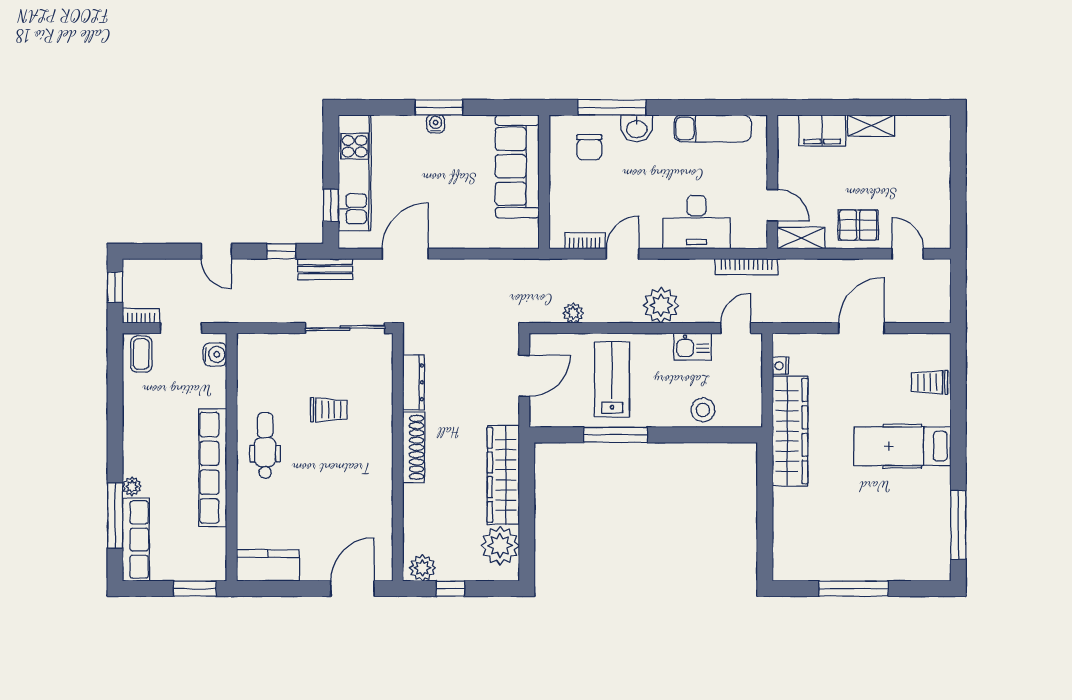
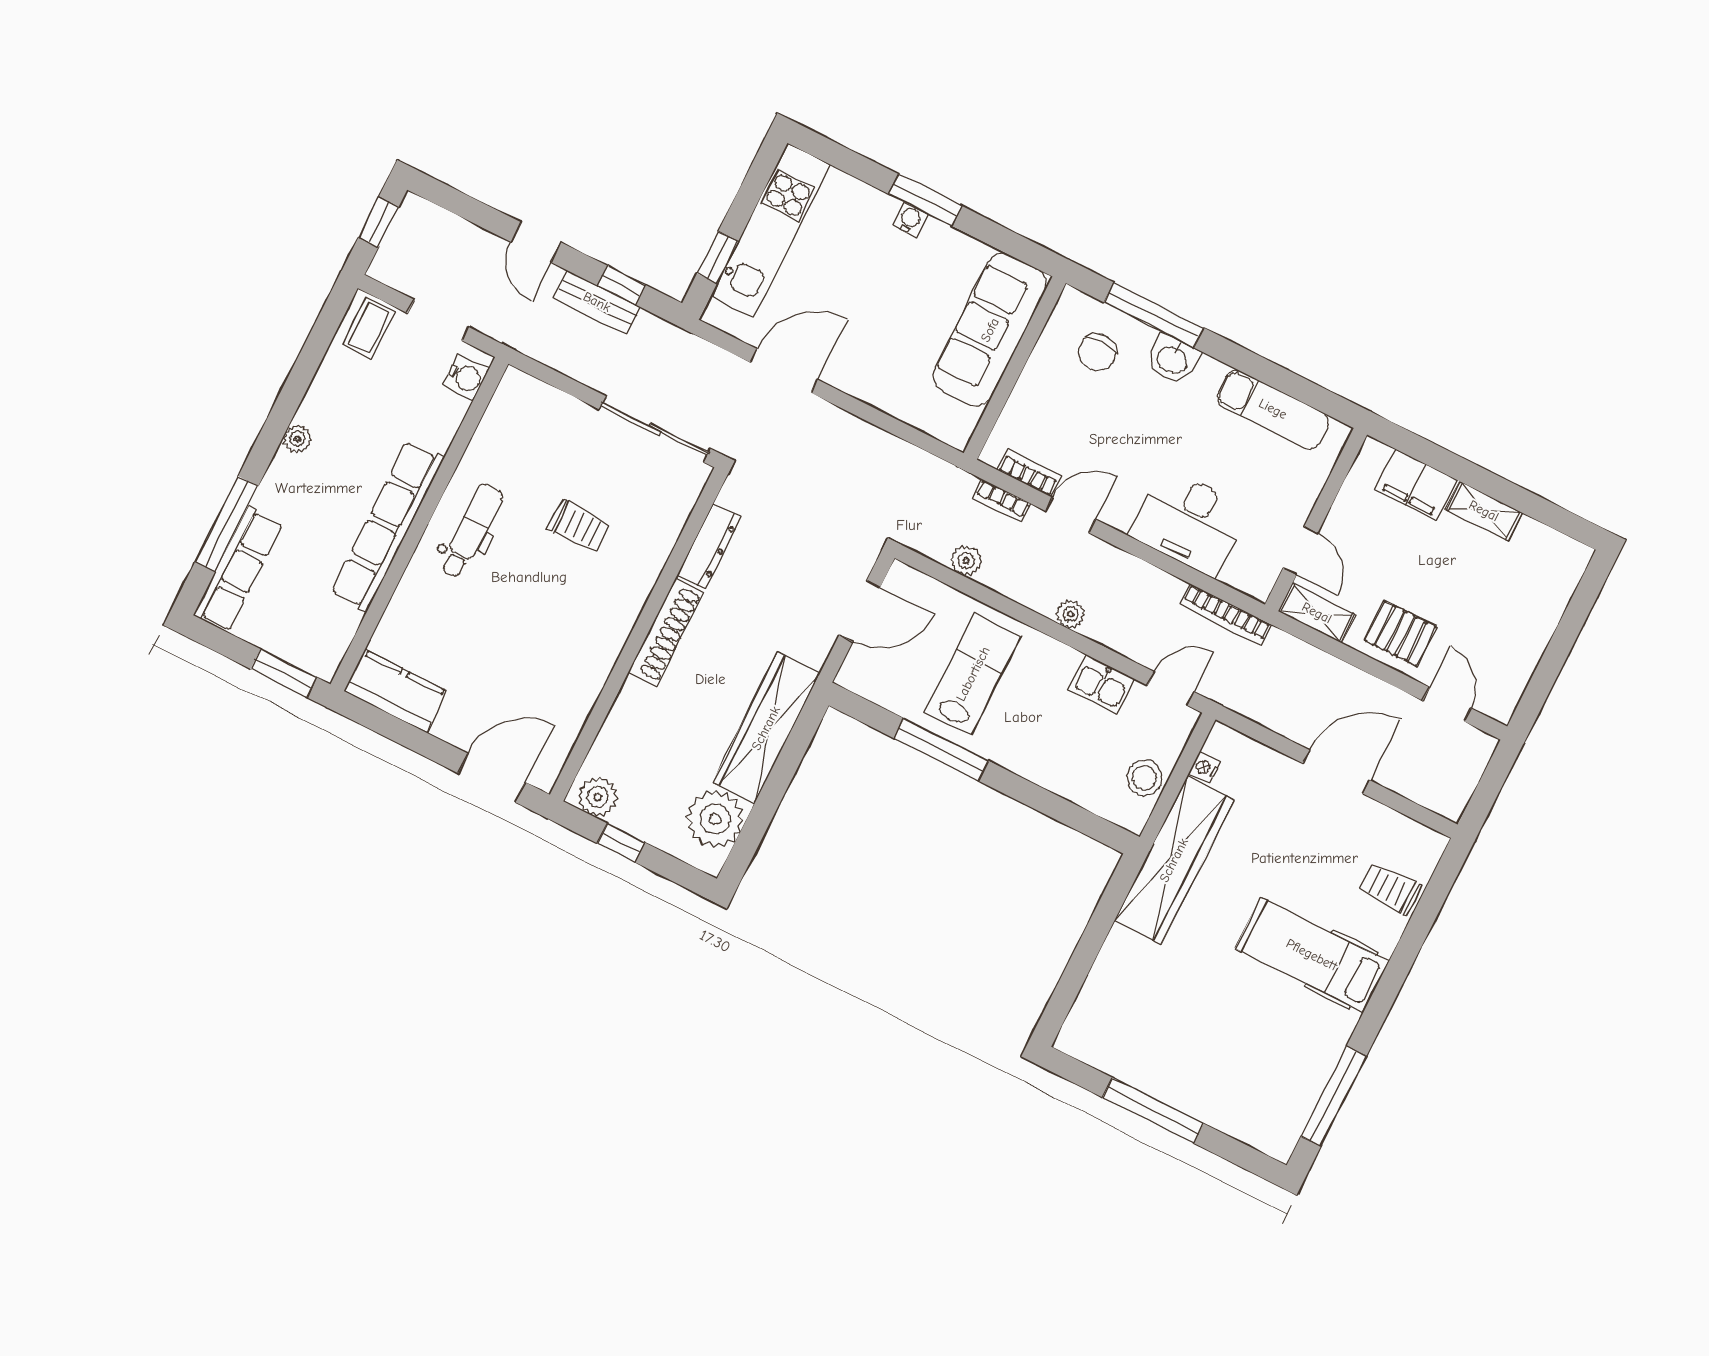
bench: (325, 269) -> (597, 302), moved
plant: (661, 305) -> (1071, 614), width x0.53, depth x0.53
bookcase: (141, 316) -> (1002, 501), moved, turned 180
stool: (703, 410) -> (1144, 778), moved
plant: (132, 486) -> (297, 439), moved

